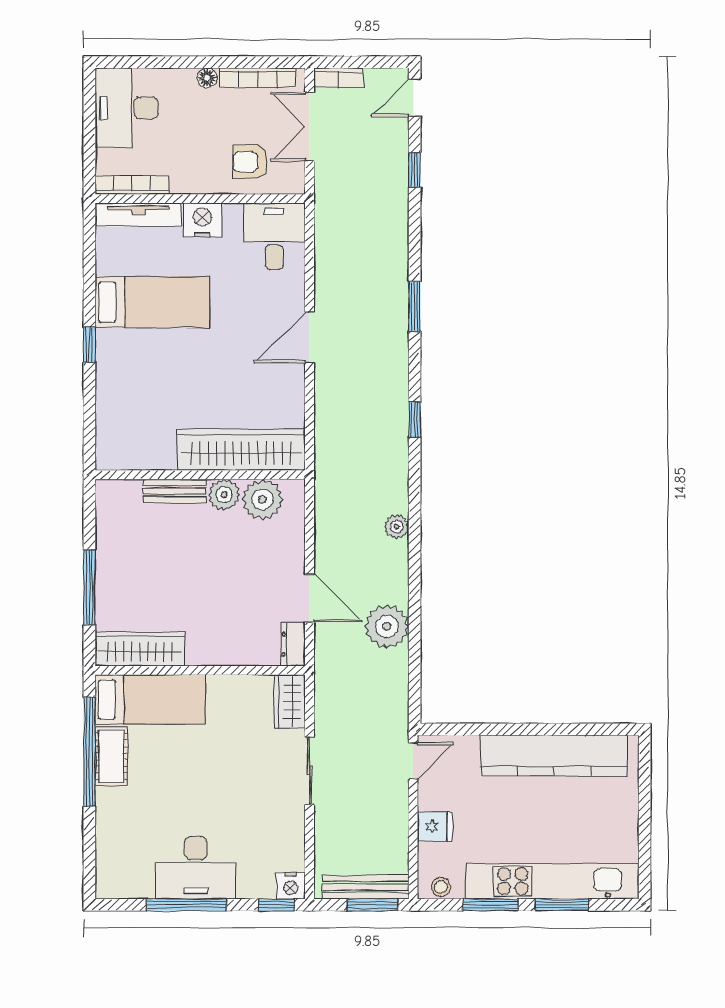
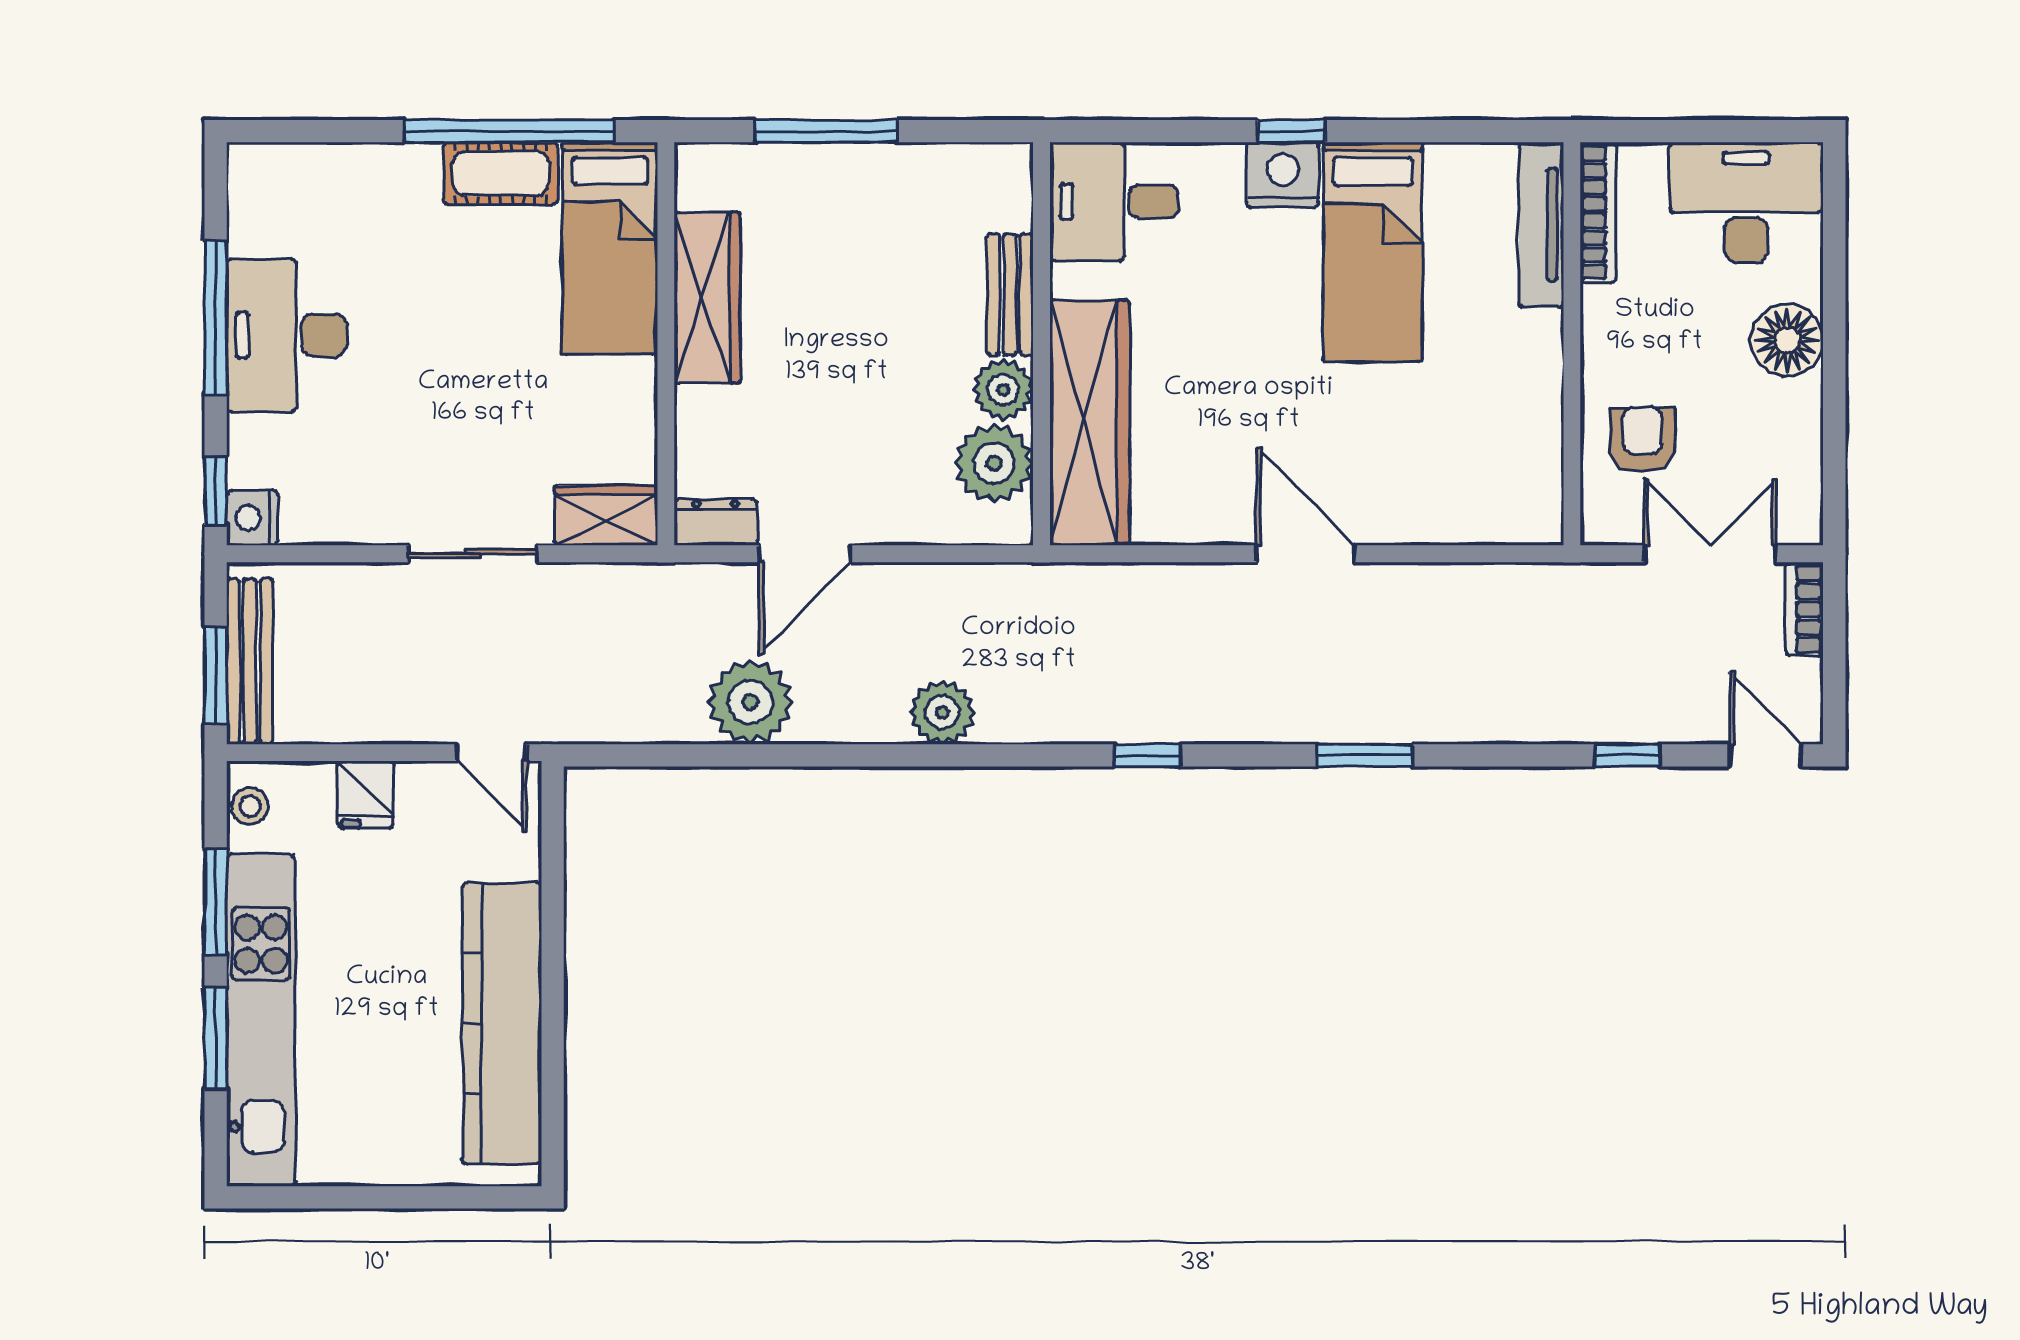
floor lamp: (207, 78) -> (1787, 340), width x1.89, depth x1.89
bookcase: (257, 78) -> (1804, 454), removed
nightstand: (202, 220) -> (1283, 175), moved, turned -90
desk: (274, 236) -> (1114, 202), moved, turned 180
plant: (397, 527) -> (942, 712), width x1.38, depth x1.38
wardrobe: (140, 649) -> (707, 298), moved

